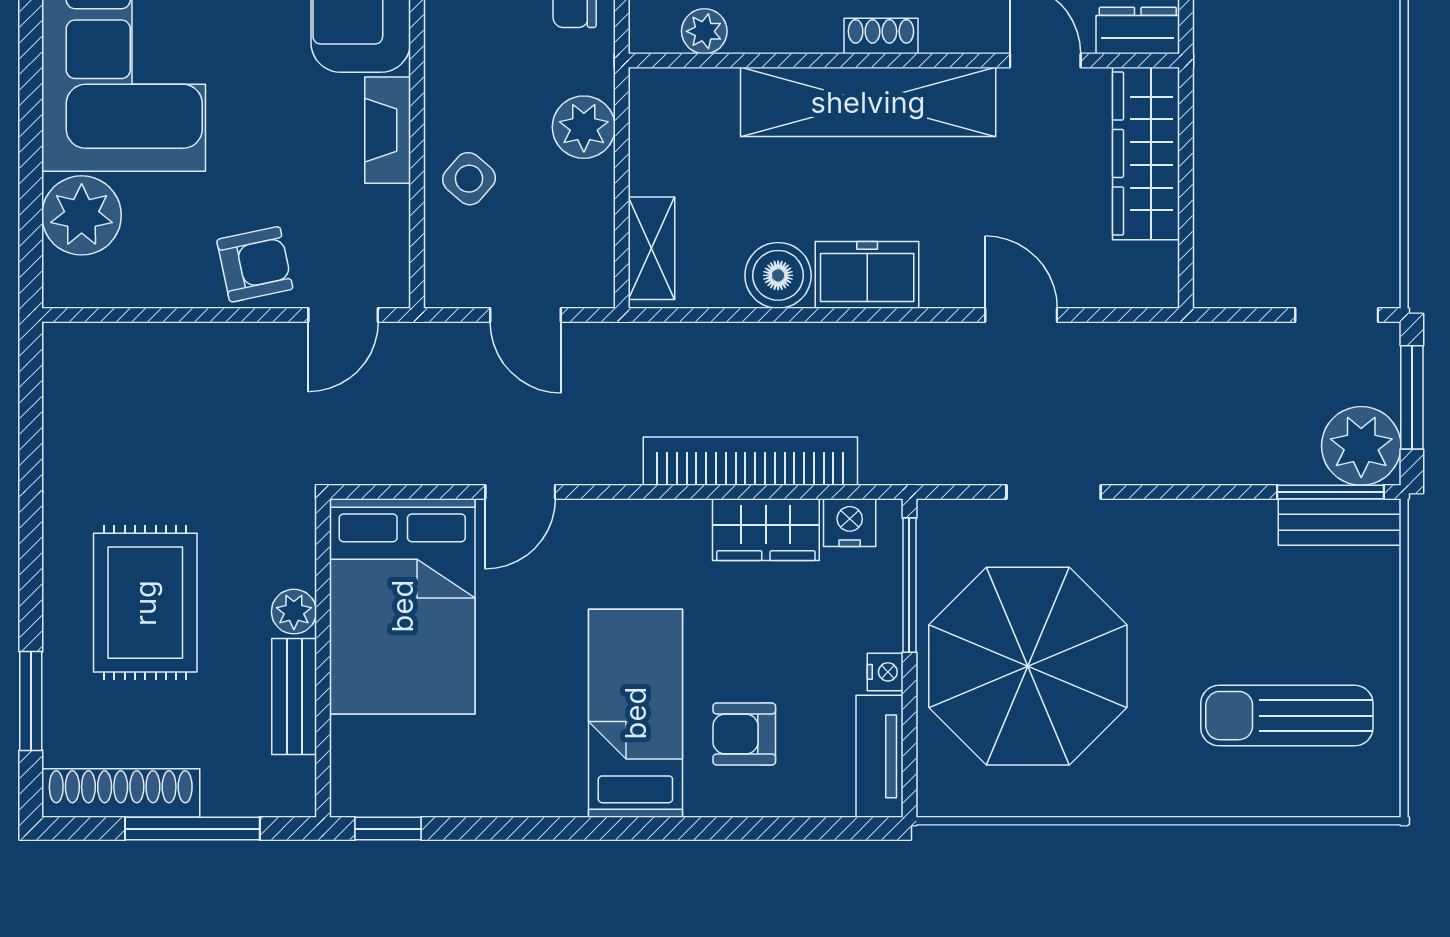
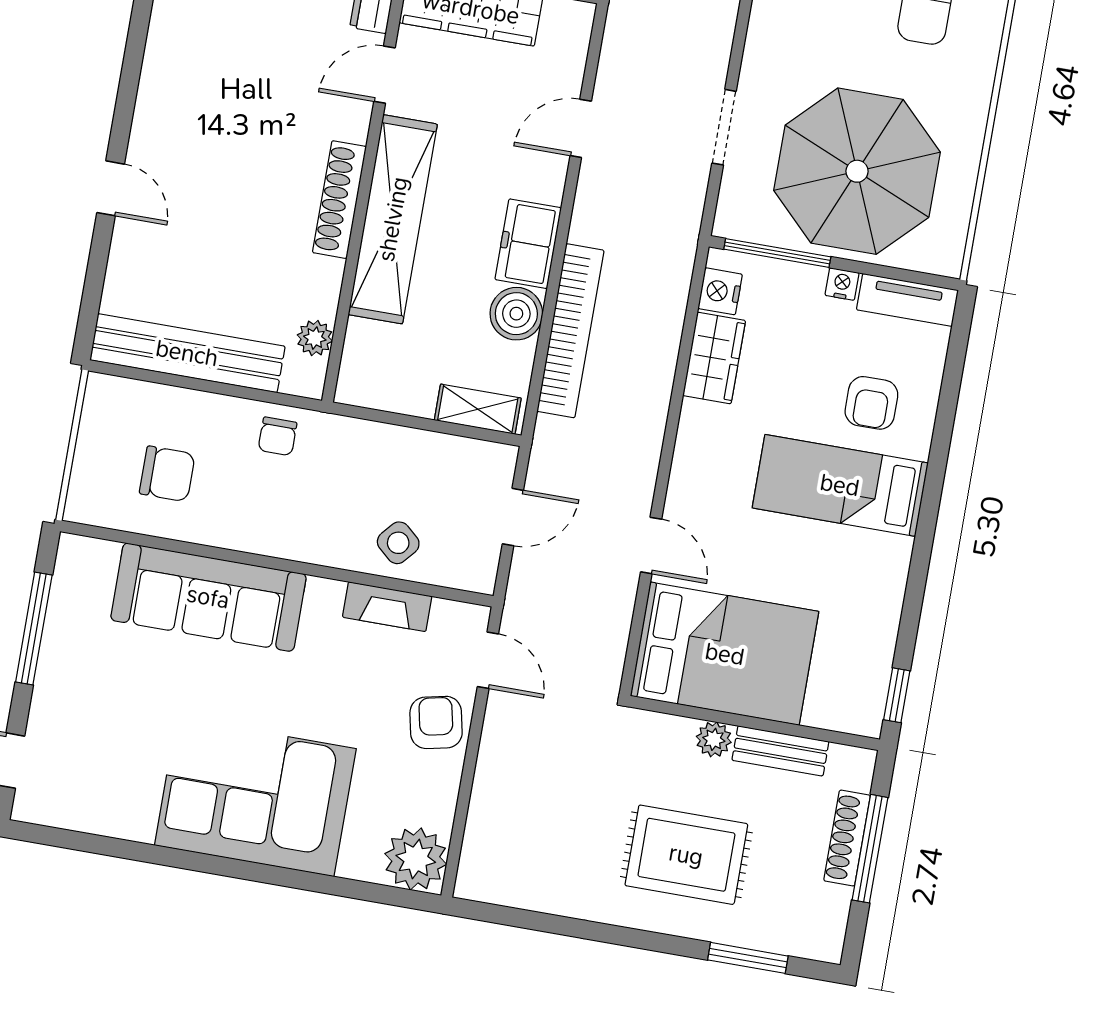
shoe rack: (881, 36) -> (339, 200), width x1.94, depth x1.24
plant: (584, 127) -> (373, 446), removed
fireplace: (388, 130) -> (387, 607), moved
plant: (82, 215) -> (416, 859), moved
bookcase: (750, 461) -> (570, 331), moved, turned 180
shoe rack: (121, 793) -> (847, 838), moved, width x0.74, depth x0.81

